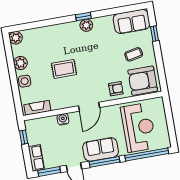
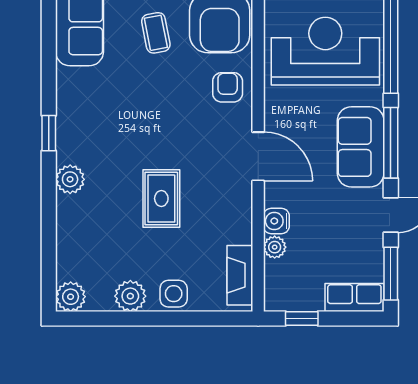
plant: (86, 25) -> (70, 179), moved
plant: (52, 120) -> (275, 247), added

